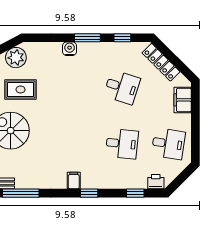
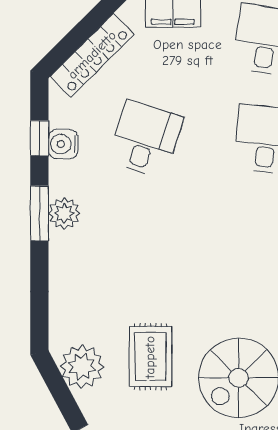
water cooler: (70, 49) -> (63, 144), moved
plant: (87, 49) -> (64, 213), added

